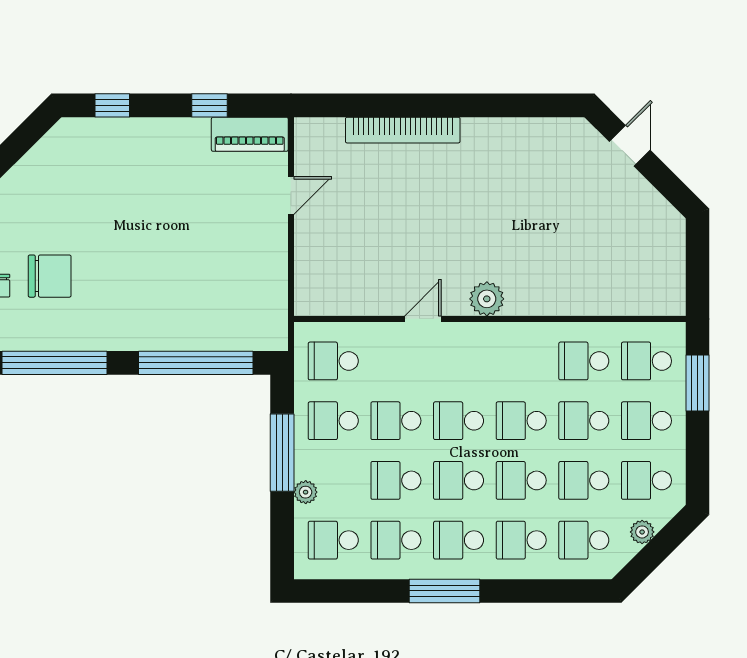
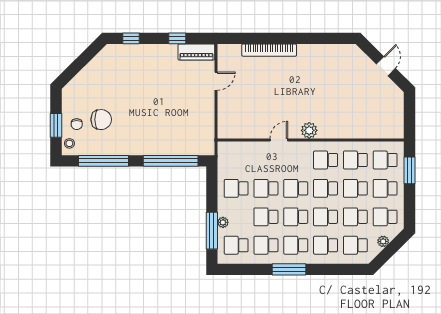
door: (630, 146) -> (386, 66), moved
school desk: (333, 361) -> (326, 160), moved
window: (282, 453) -> (212, 231), moved

